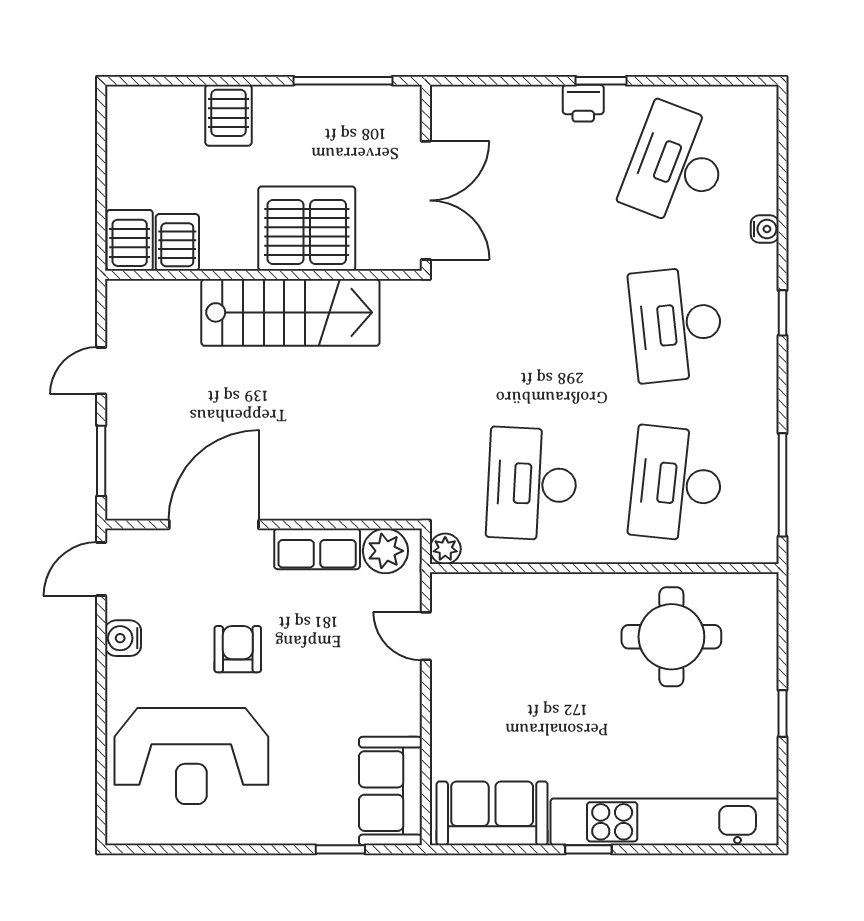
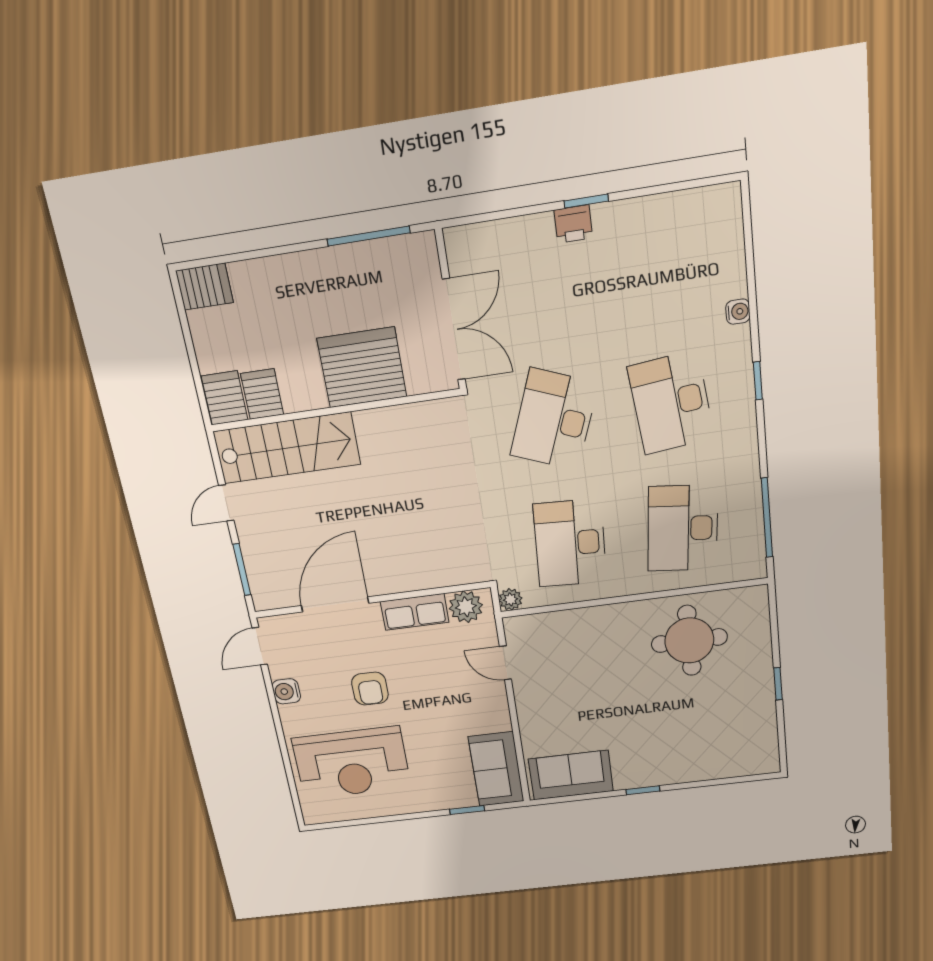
server rack: (228, 115) -> (204, 287), moved, turned -90
desk: (676, 165) -> (554, 419), moved
stairs: (290, 312) -> (287, 448), moved
armchair: (238, 649) -> (370, 689), turned 180
kitchen unit: (665, 822) -> (696, 766), removed

